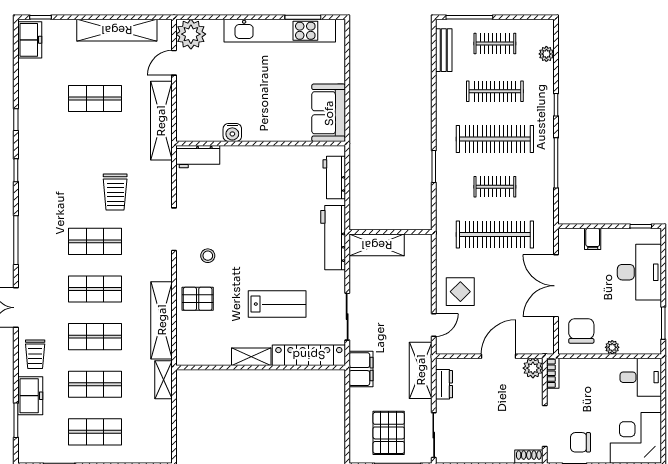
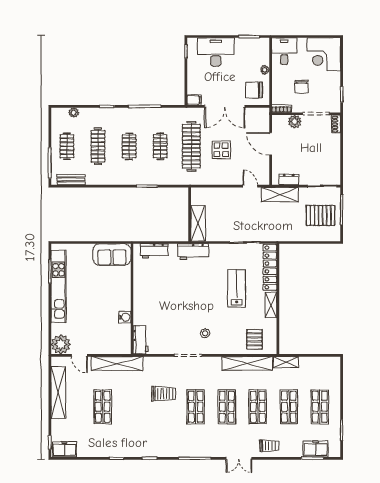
clothes rail: (495, 139) -> (129, 146), width x0.54, depth x0.76
workbench: (333, 238) -> (193, 252), width x0.73
filing cabinet: (593, 239) -> (194, 100), moved
display table: (460, 292) -> (221, 150), moved
pallet: (198, 299) -> (254, 339), moved
plant: (533, 368) -> (295, 121), moved
filing cabinet: (361, 369) -> (279, 233), removed
freezer: (30, 396) -> (316, 449), moved
chair: (580, 442) -> (302, 87), moved

